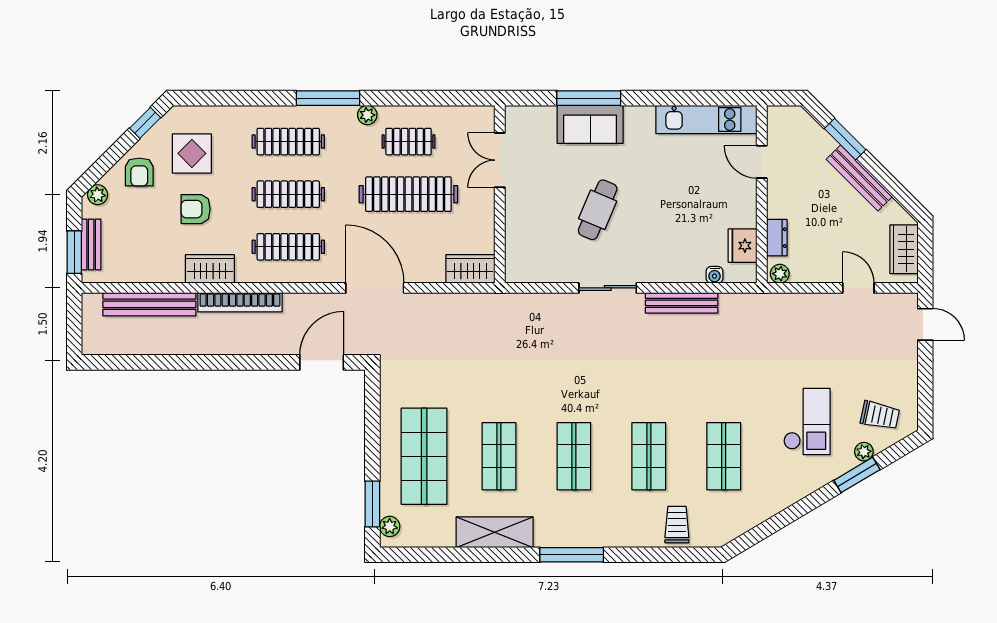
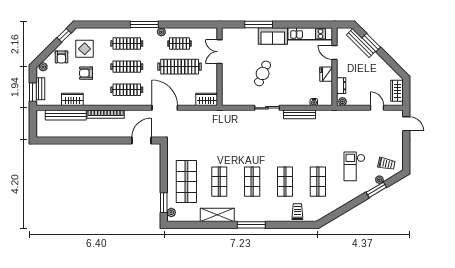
sofa: (590, 124) -> (273, 36), moved
bench: (859, 178) -> (361, 43), moved
fridge: (743, 246) -> (326, 74), moved
wardrobe: (210, 269) -> (72, 99), moved
checkout: (807, 422) -> (354, 166), turned 180

